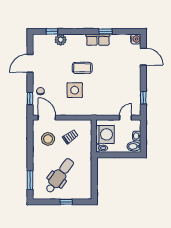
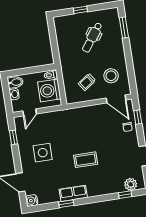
plant: (61, 40) -> (131, 184), moved
side table: (75, 90) -> (43, 153), moved
dental chair: (60, 176) -> (92, 37), width x0.73, depth x0.72

